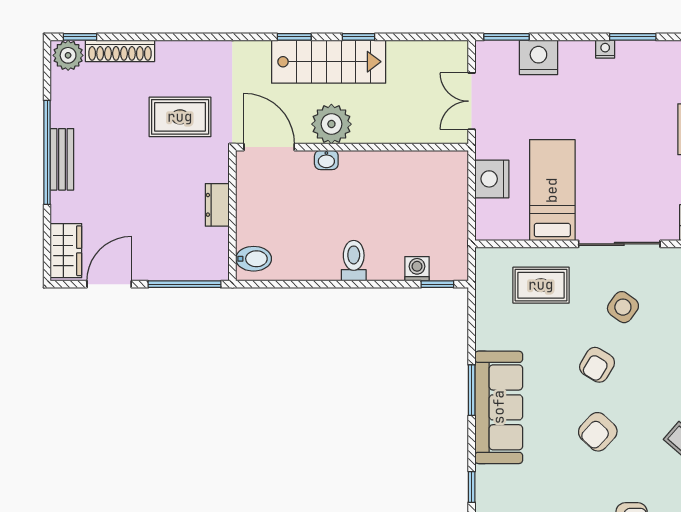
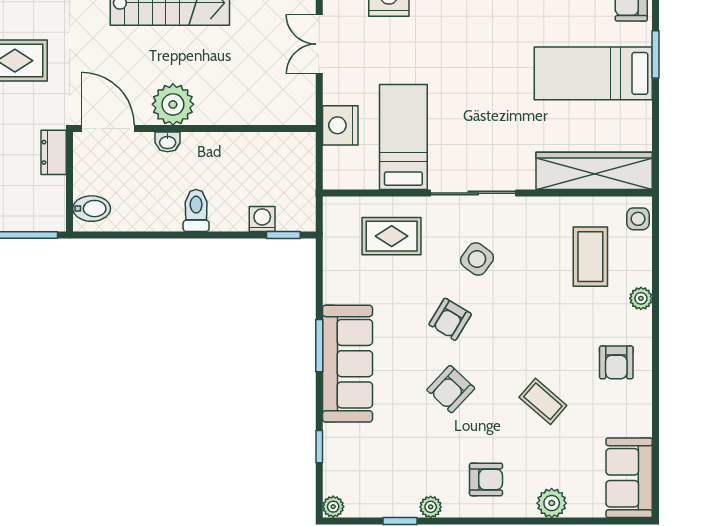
plant: (331, 124) -> (173, 104), moved
door: (269, 147) -> (108, 129), moved
wall: (352, 147) -> (194, 129), moved
washbasin: (326, 160) -> (168, 142), moved

